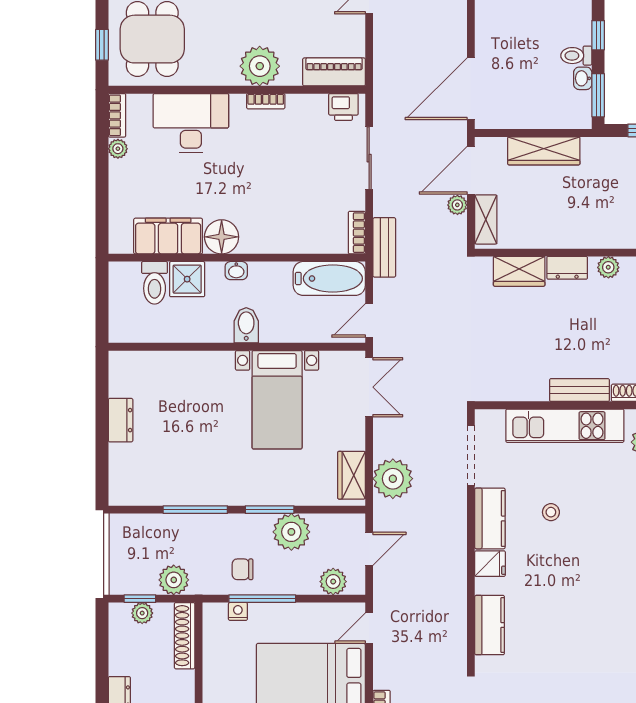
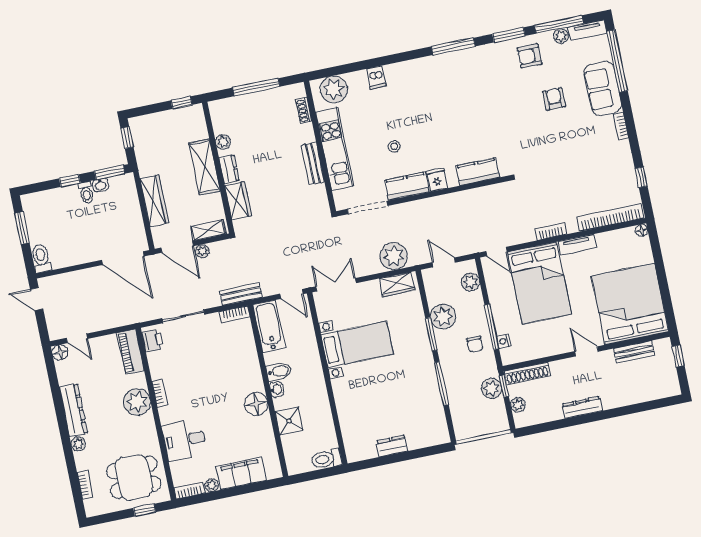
desk: (191, 123) -> (185, 440), width x0.73
shelving: (578, 233) -> (205, 167), added
filing cabinet: (168, 236) -> (241, 473), moved, turned 90
toilet: (155, 283) -> (326, 459), moved, turned 180
bidet: (246, 325) -> (279, 371), moved, turned 180
bench: (579, 390) -> (313, 164), moved
window: (140, 599) -> (504, 386), moved

